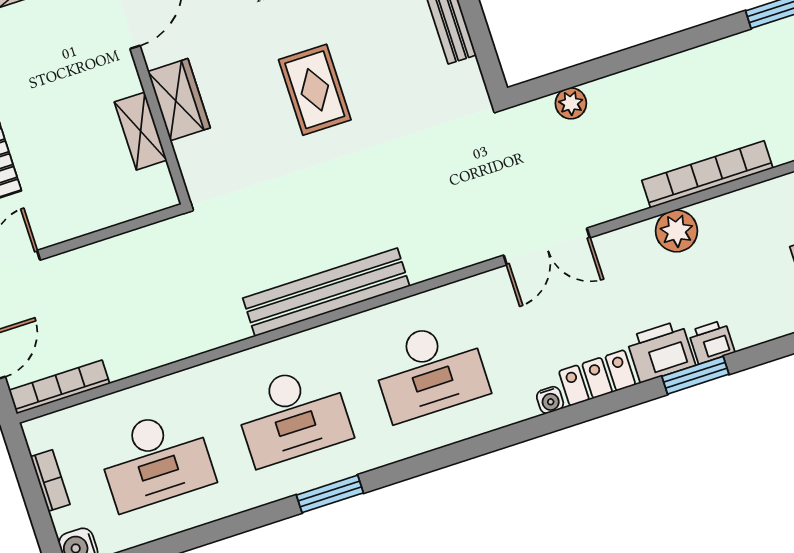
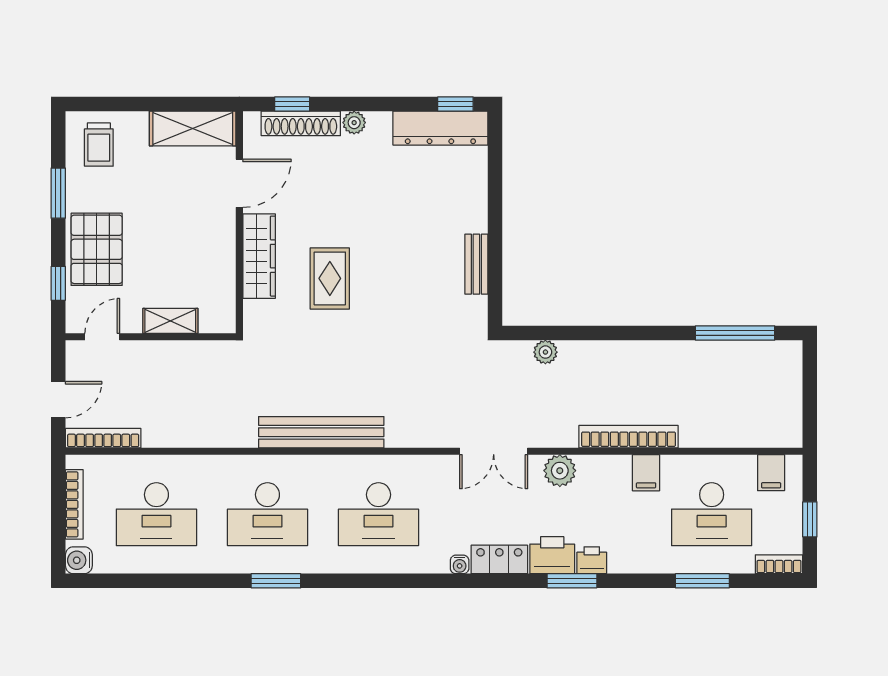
rug: (315, 90) -> (330, 278), moved
wardrobe: (179, 100) -> (259, 256), width x1.50
shelving: (141, 131) -> (170, 321), moved, turned 90
filing cabinet: (743, 212) -> (646, 473), added
plant: (677, 231) -> (560, 471), moved
bookcase: (50, 481) -> (74, 504), width x1.56

